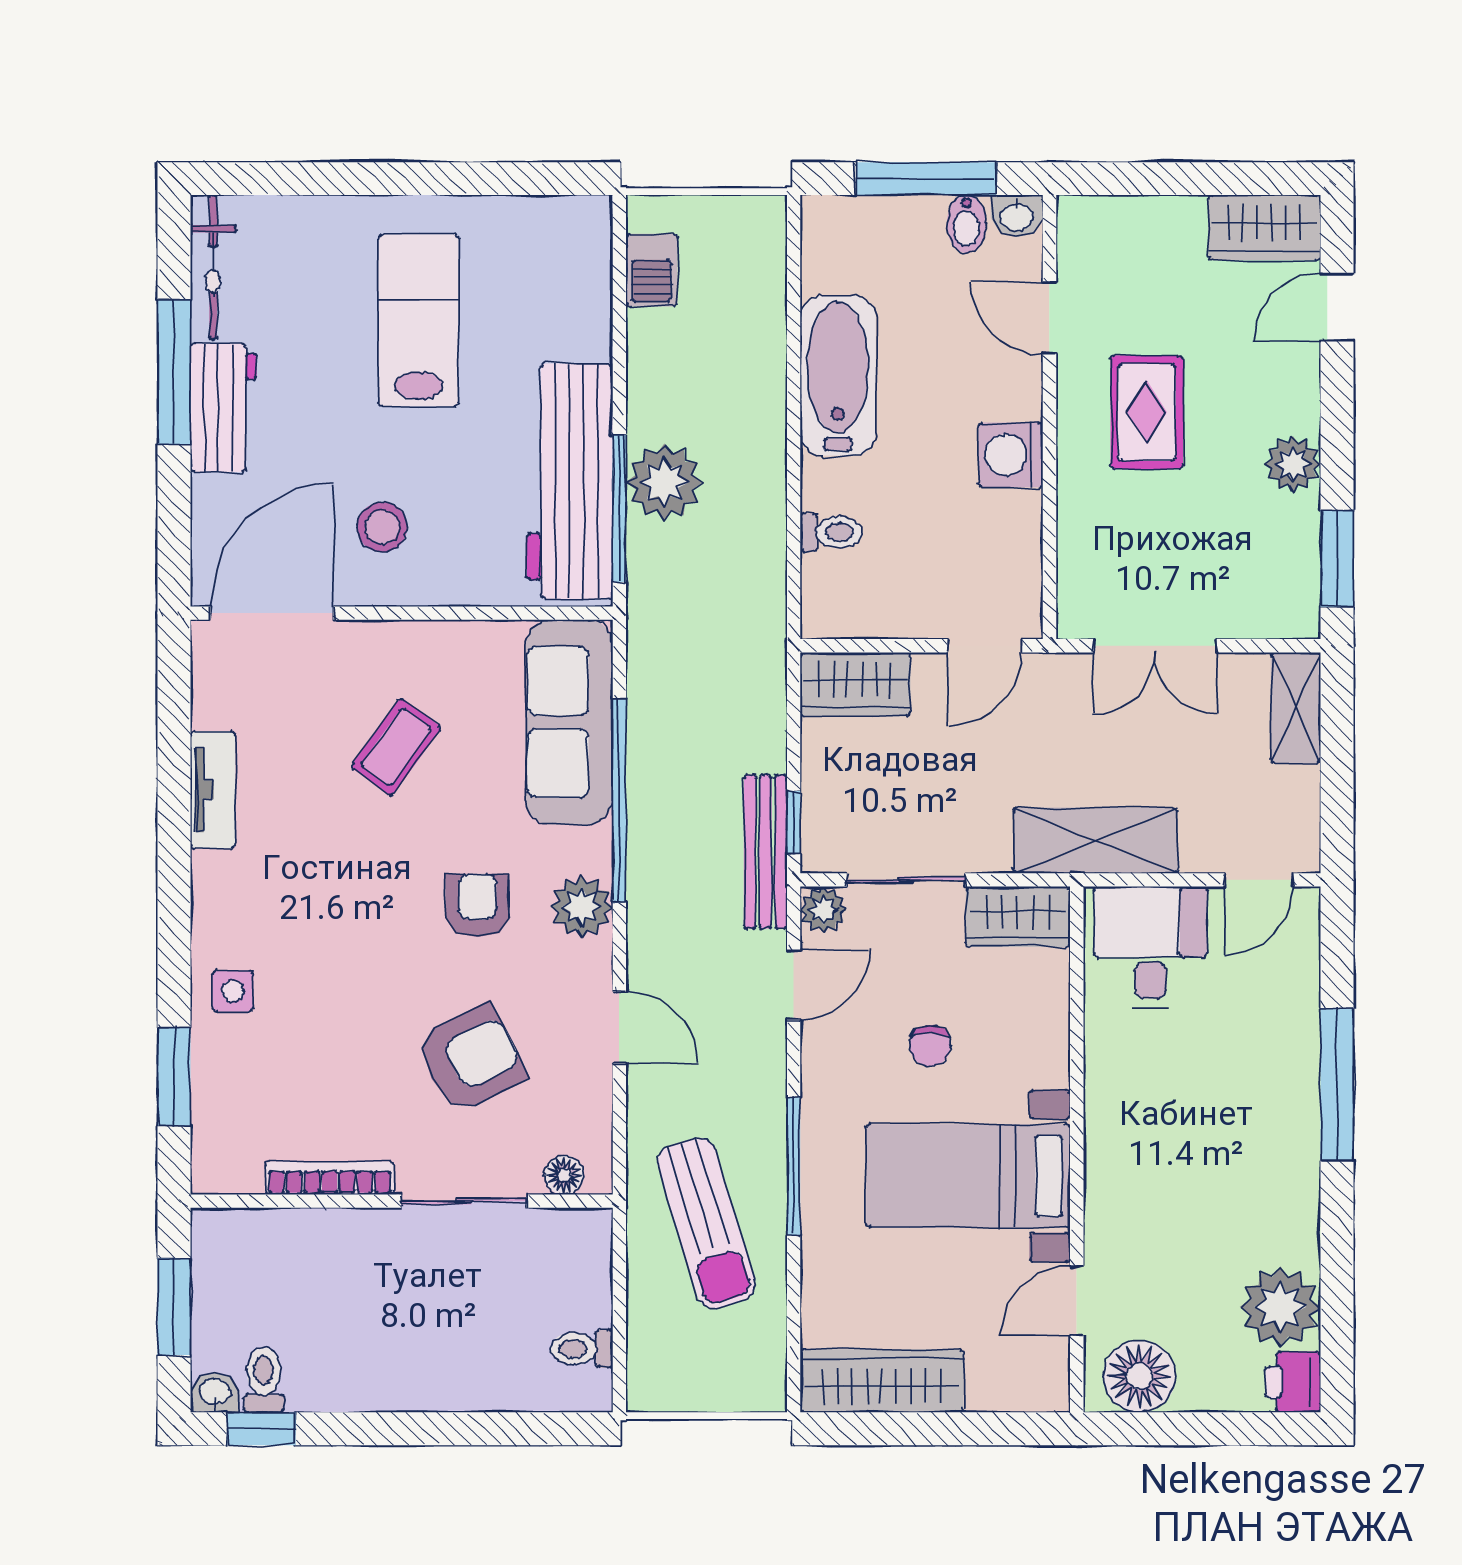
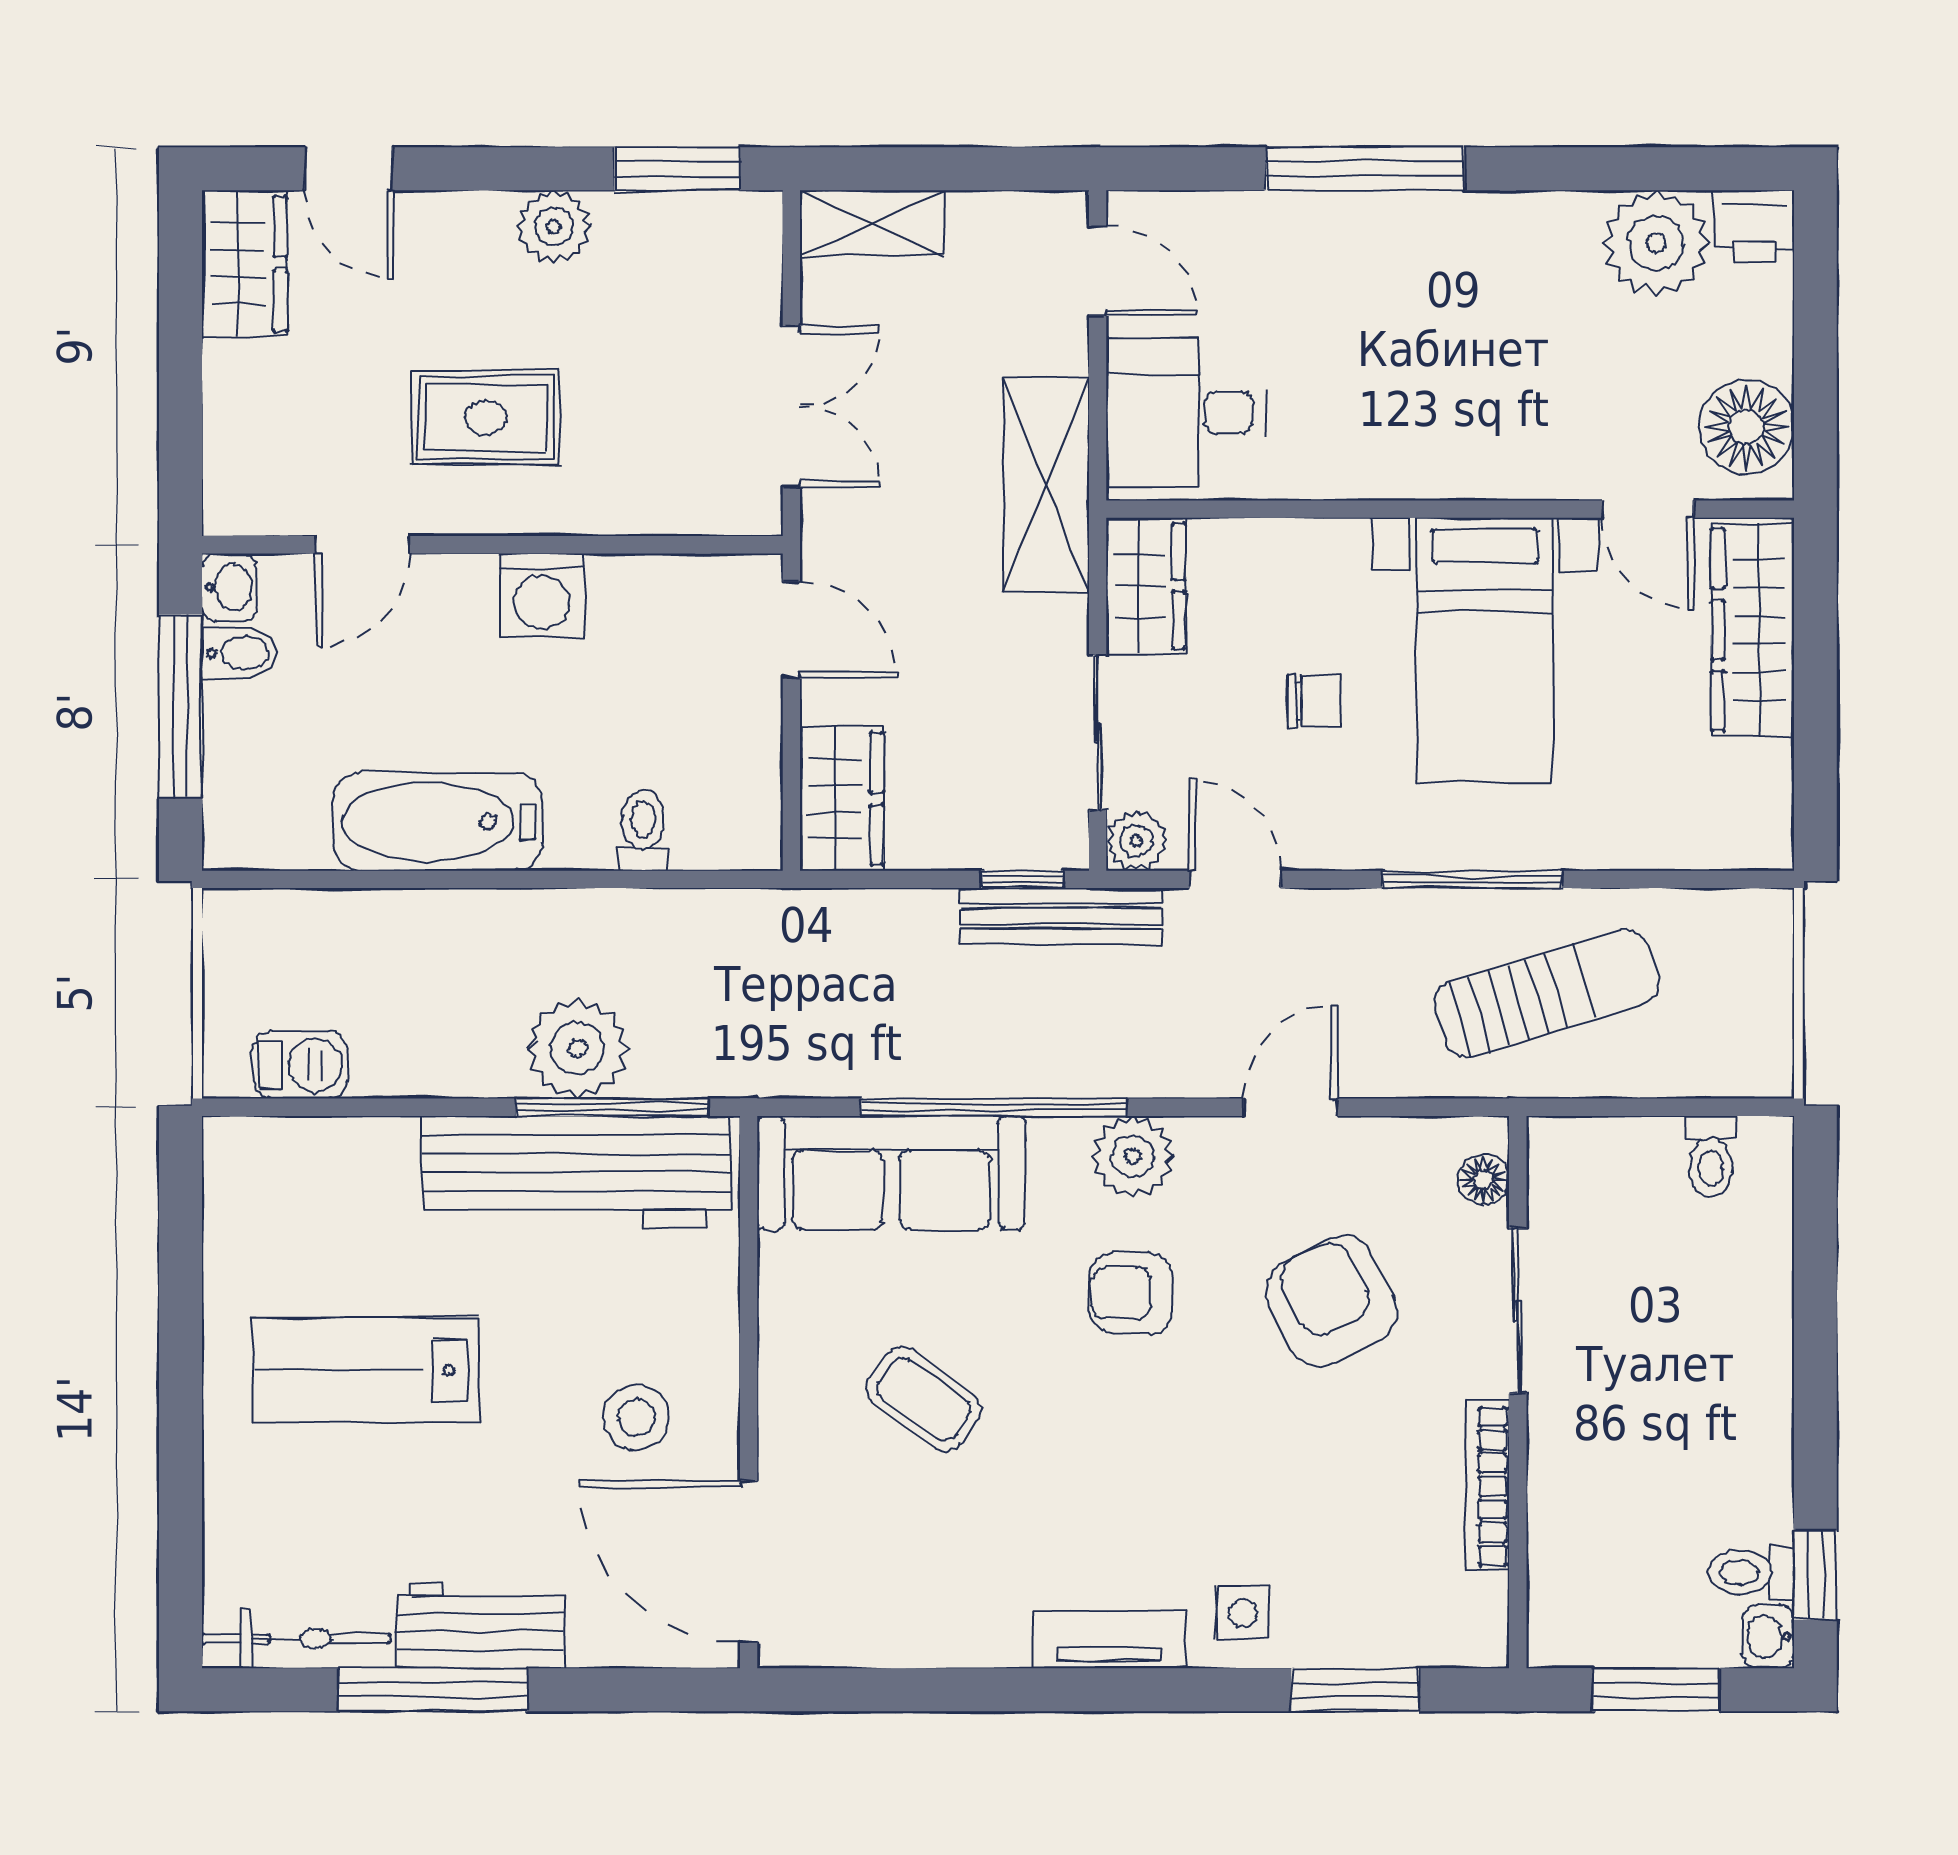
tv unit: (213, 790) -> (1109, 1639), moved
wardrobe: (882, 1381) -> (1753, 630), moved

